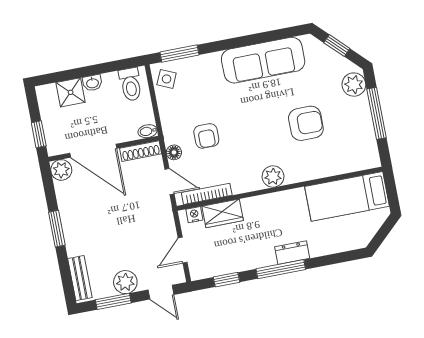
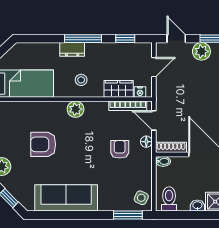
stool: (273, 216) -> (81, 80), added

